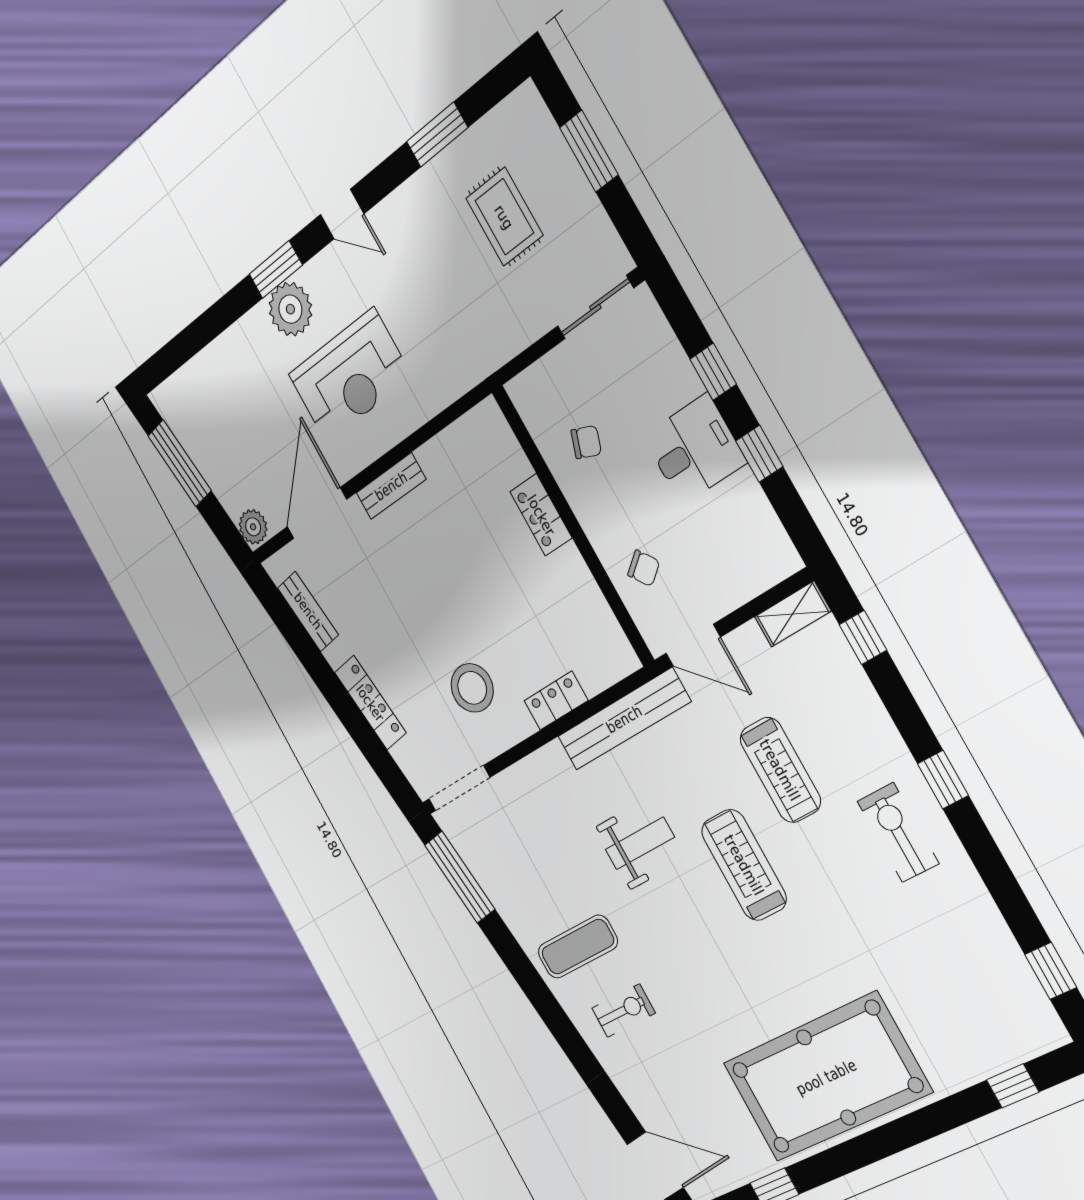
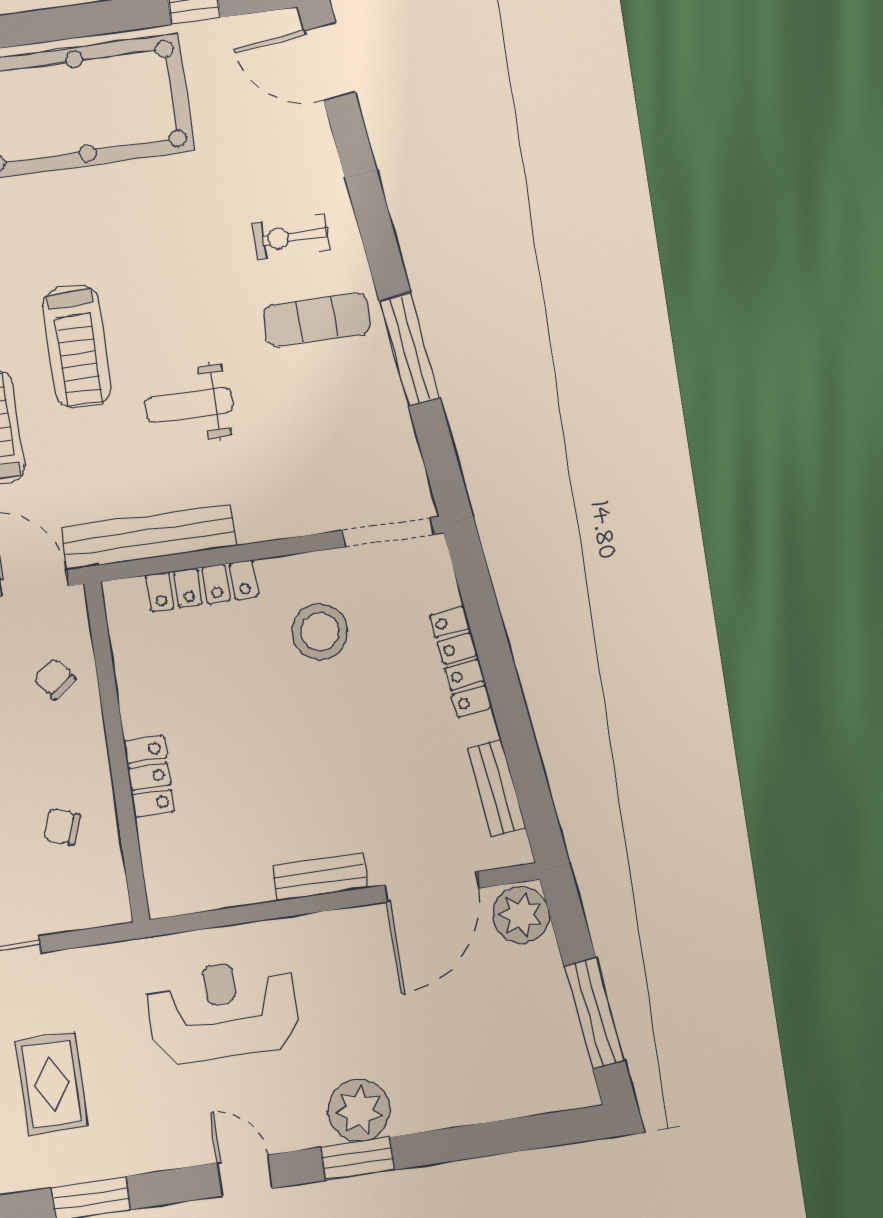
reception desk: (350, 376) -> (223, 1011), moved
plant: (253, 527) -> (521, 915), width x1.36, depth x1.36
locker: (556, 701) -> (202, 586), width x1.53
window: (460, 877) -> (410, 349), moved

